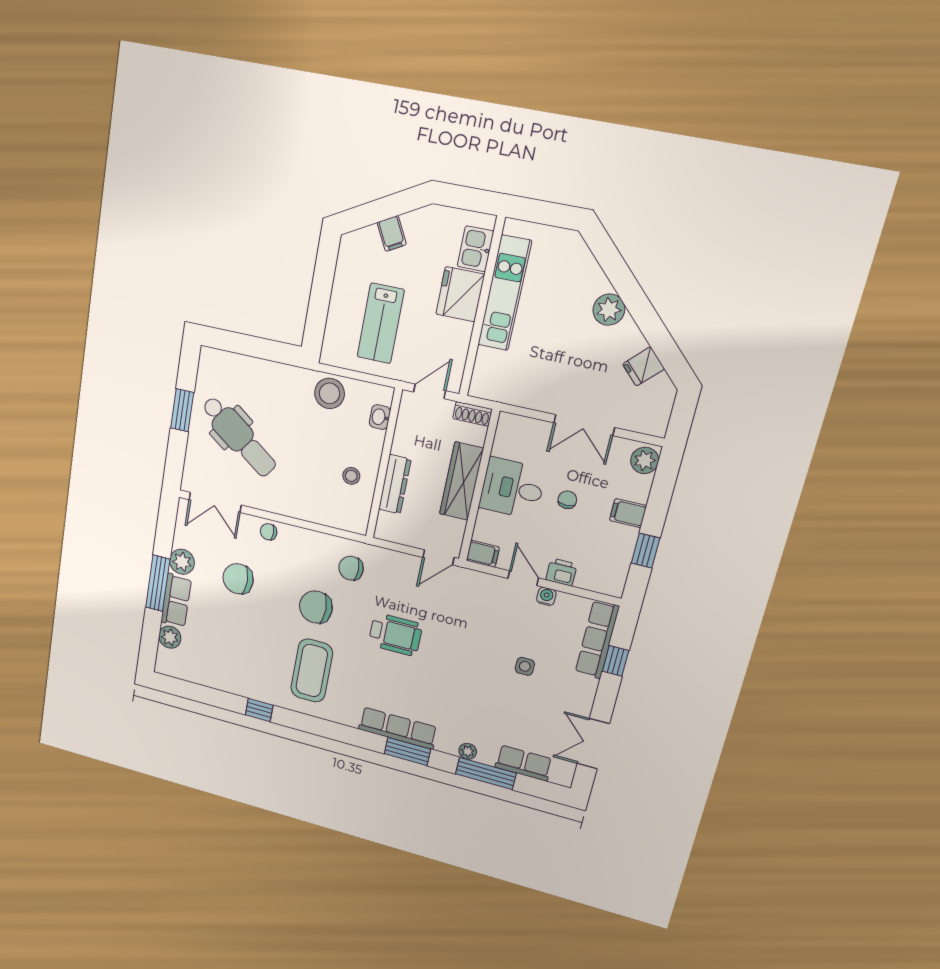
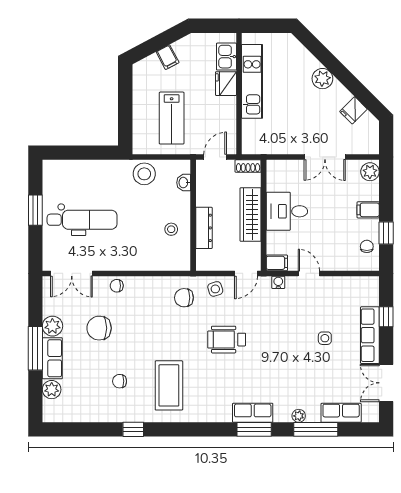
fridge: (460, 294) -> (226, 84), width x0.73, depth x0.75
dental chair: (239, 436) -> (82, 220), turned -36
chair: (567, 500) -> (367, 246), moved
side table: (394, 567) -> (215, 289), added
printer: (561, 572) -> (334, 262), removed
water cooler: (546, 596) -> (278, 282), moved
chair: (316, 607) -> (120, 381), moved, width x0.54, depth x0.54
wheelchair: (395, 634) -> (227, 340), turned 180
row of seats: (597, 640) -> (370, 335), moved
row of seats: (398, 728) -> (253, 413), width x0.68

